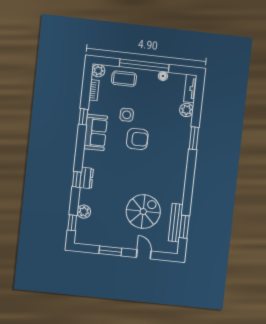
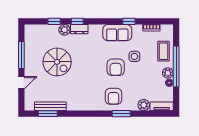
plant: (98, 71) -> (168, 73), moved
armchair: (172, 145) -> (113, 96), added
spiral stairs: (143, 211) -> (57, 62), moved
plant: (84, 212) -> (64, 30), moved
window: (72, 223) -> (54, 21), moved
window: (110, 251) -> (21, 55), width x1.44

